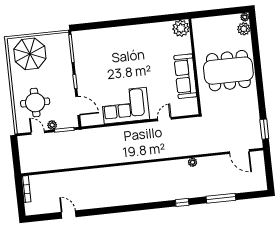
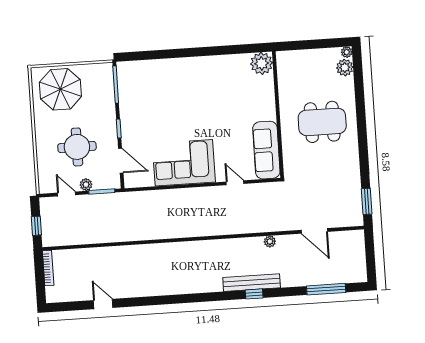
dining table: (228, 71) -> (322, 122), width x0.73, depth x0.80
sofa: (185, 76) -> (266, 150), moved
round table: (35, 102) -> (77, 147), moved
door: (164, 119) -> (235, 183), hinge flipped
door: (239, 152) -> (314, 231), moved
window: (16, 158) -> (36, 226), added
bench: (180, 194) -> (252, 283), added
window: (221, 198) -> (326, 289), moved

